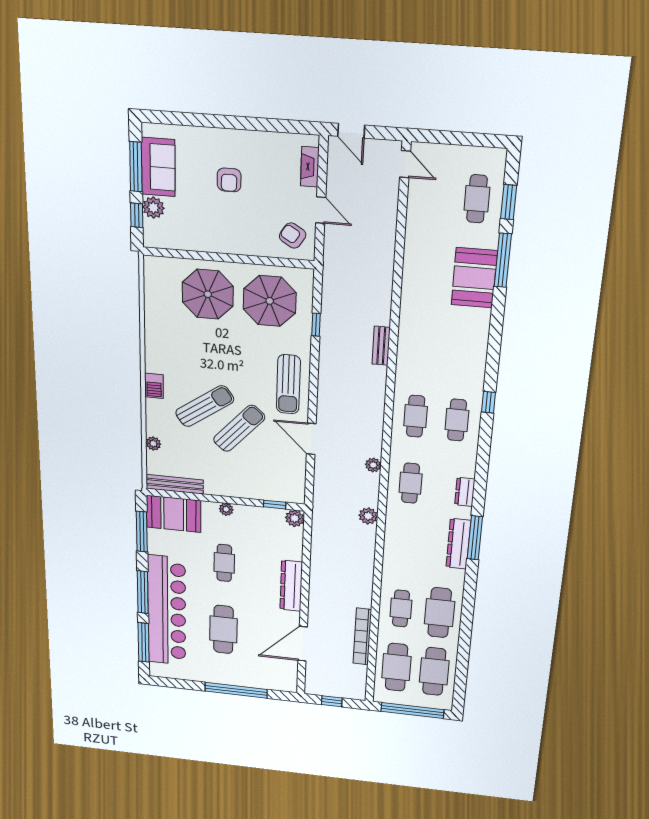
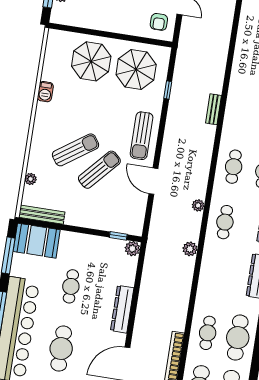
armchair: (293, 235) -> (159, 22), turned -122
barbecue: (154, 386) -> (45, 92), moved
plant: (226, 509) -> (79, 238), removed

